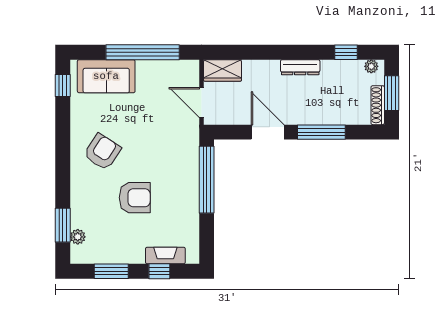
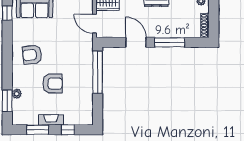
window: (392, 93) -> (214, 18), removed
armchair: (102, 152) -> (32, 55), turned -129
plant: (78, 237) -> (17, 94), moved
fireplace: (165, 256) -> (51, 120), moved

